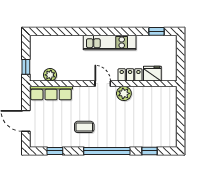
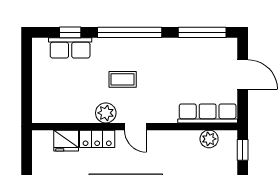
coffee table: (84, 127) -> (123, 79), moved
row of seats: (149, 140) -> (70, 48), added
window: (55, 151) -> (202, 32), width x2.17

